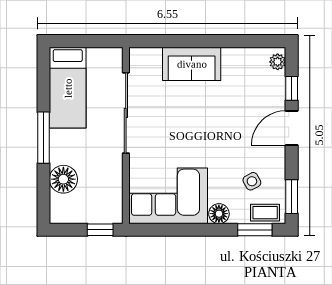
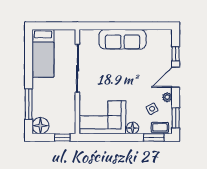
plant: (278, 62) -> (167, 97), moved
sofa: (192, 64) -> (123, 39), width x1.36
window: (43, 138) -> (29, 104), moved
floor lamp: (63, 179) -> (40, 126), moved

